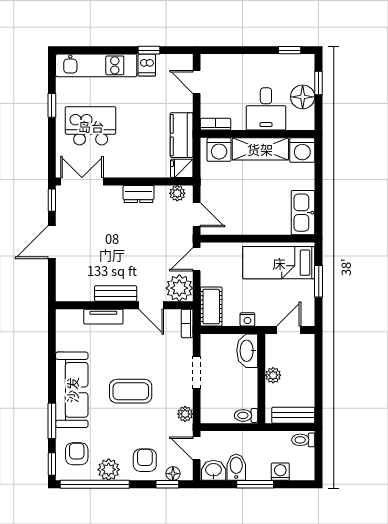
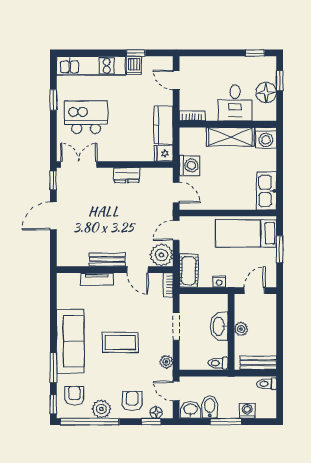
washing machine: (219, 150) -> (189, 165), moved, turned -90
plant: (177, 193) -> (160, 174), removed
washbasin: (247, 351) -> (219, 326), moved

